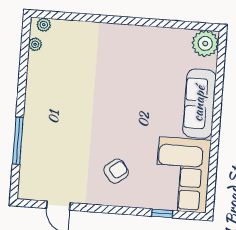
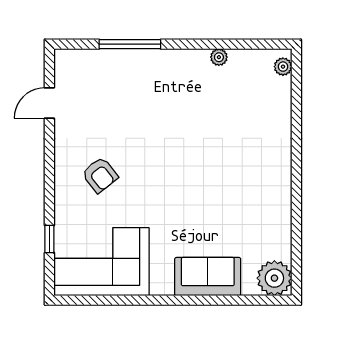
plant: (35, 44) -> (219, 57), moved
sofa: (199, 104) -> (208, 277), width x0.73

